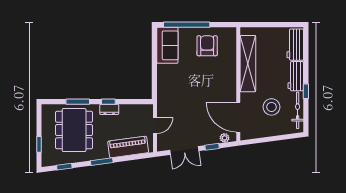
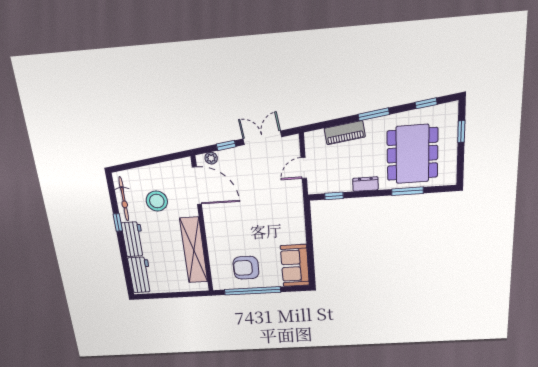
window: (187, 25) -> (252, 291), moved
armchair: (207, 46) -> (246, 268), turned 90
window: (108, 102) -> (334, 196), moved
piano: (128, 147) -> (345, 133), width x0.73, depth x0.75

